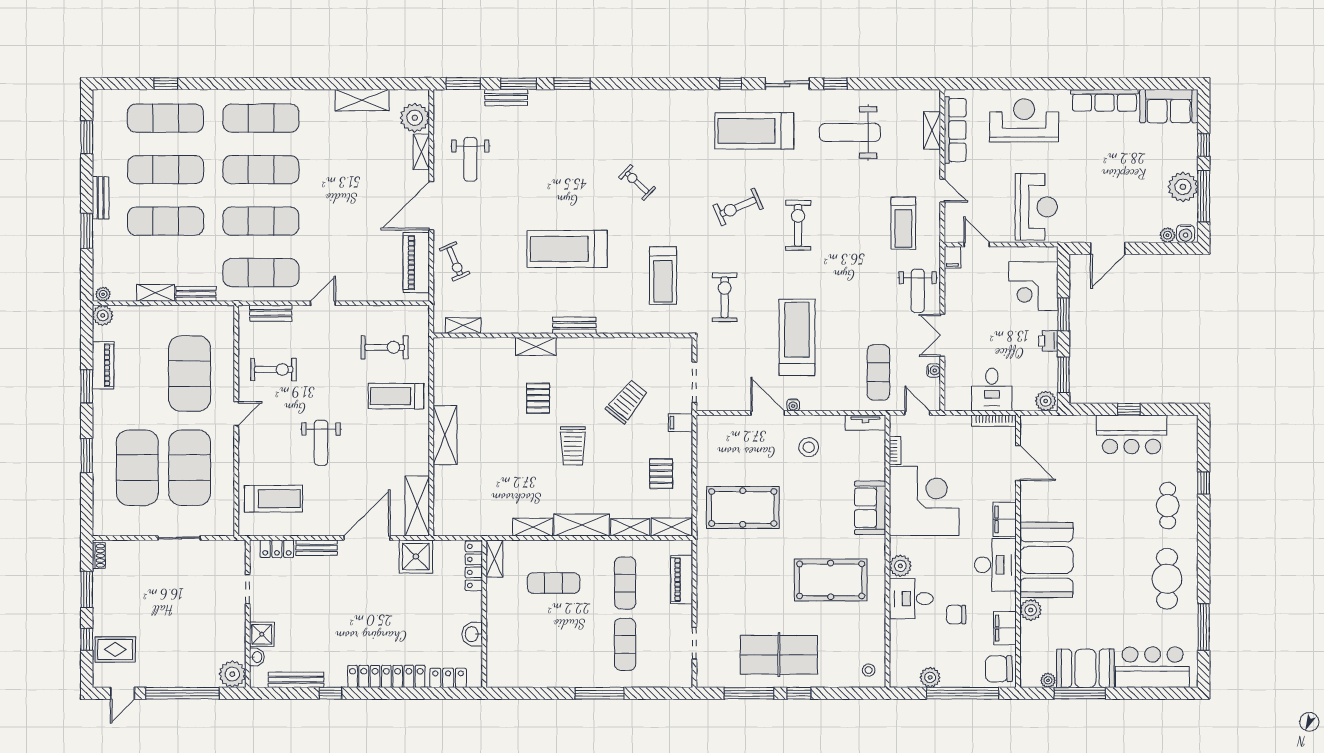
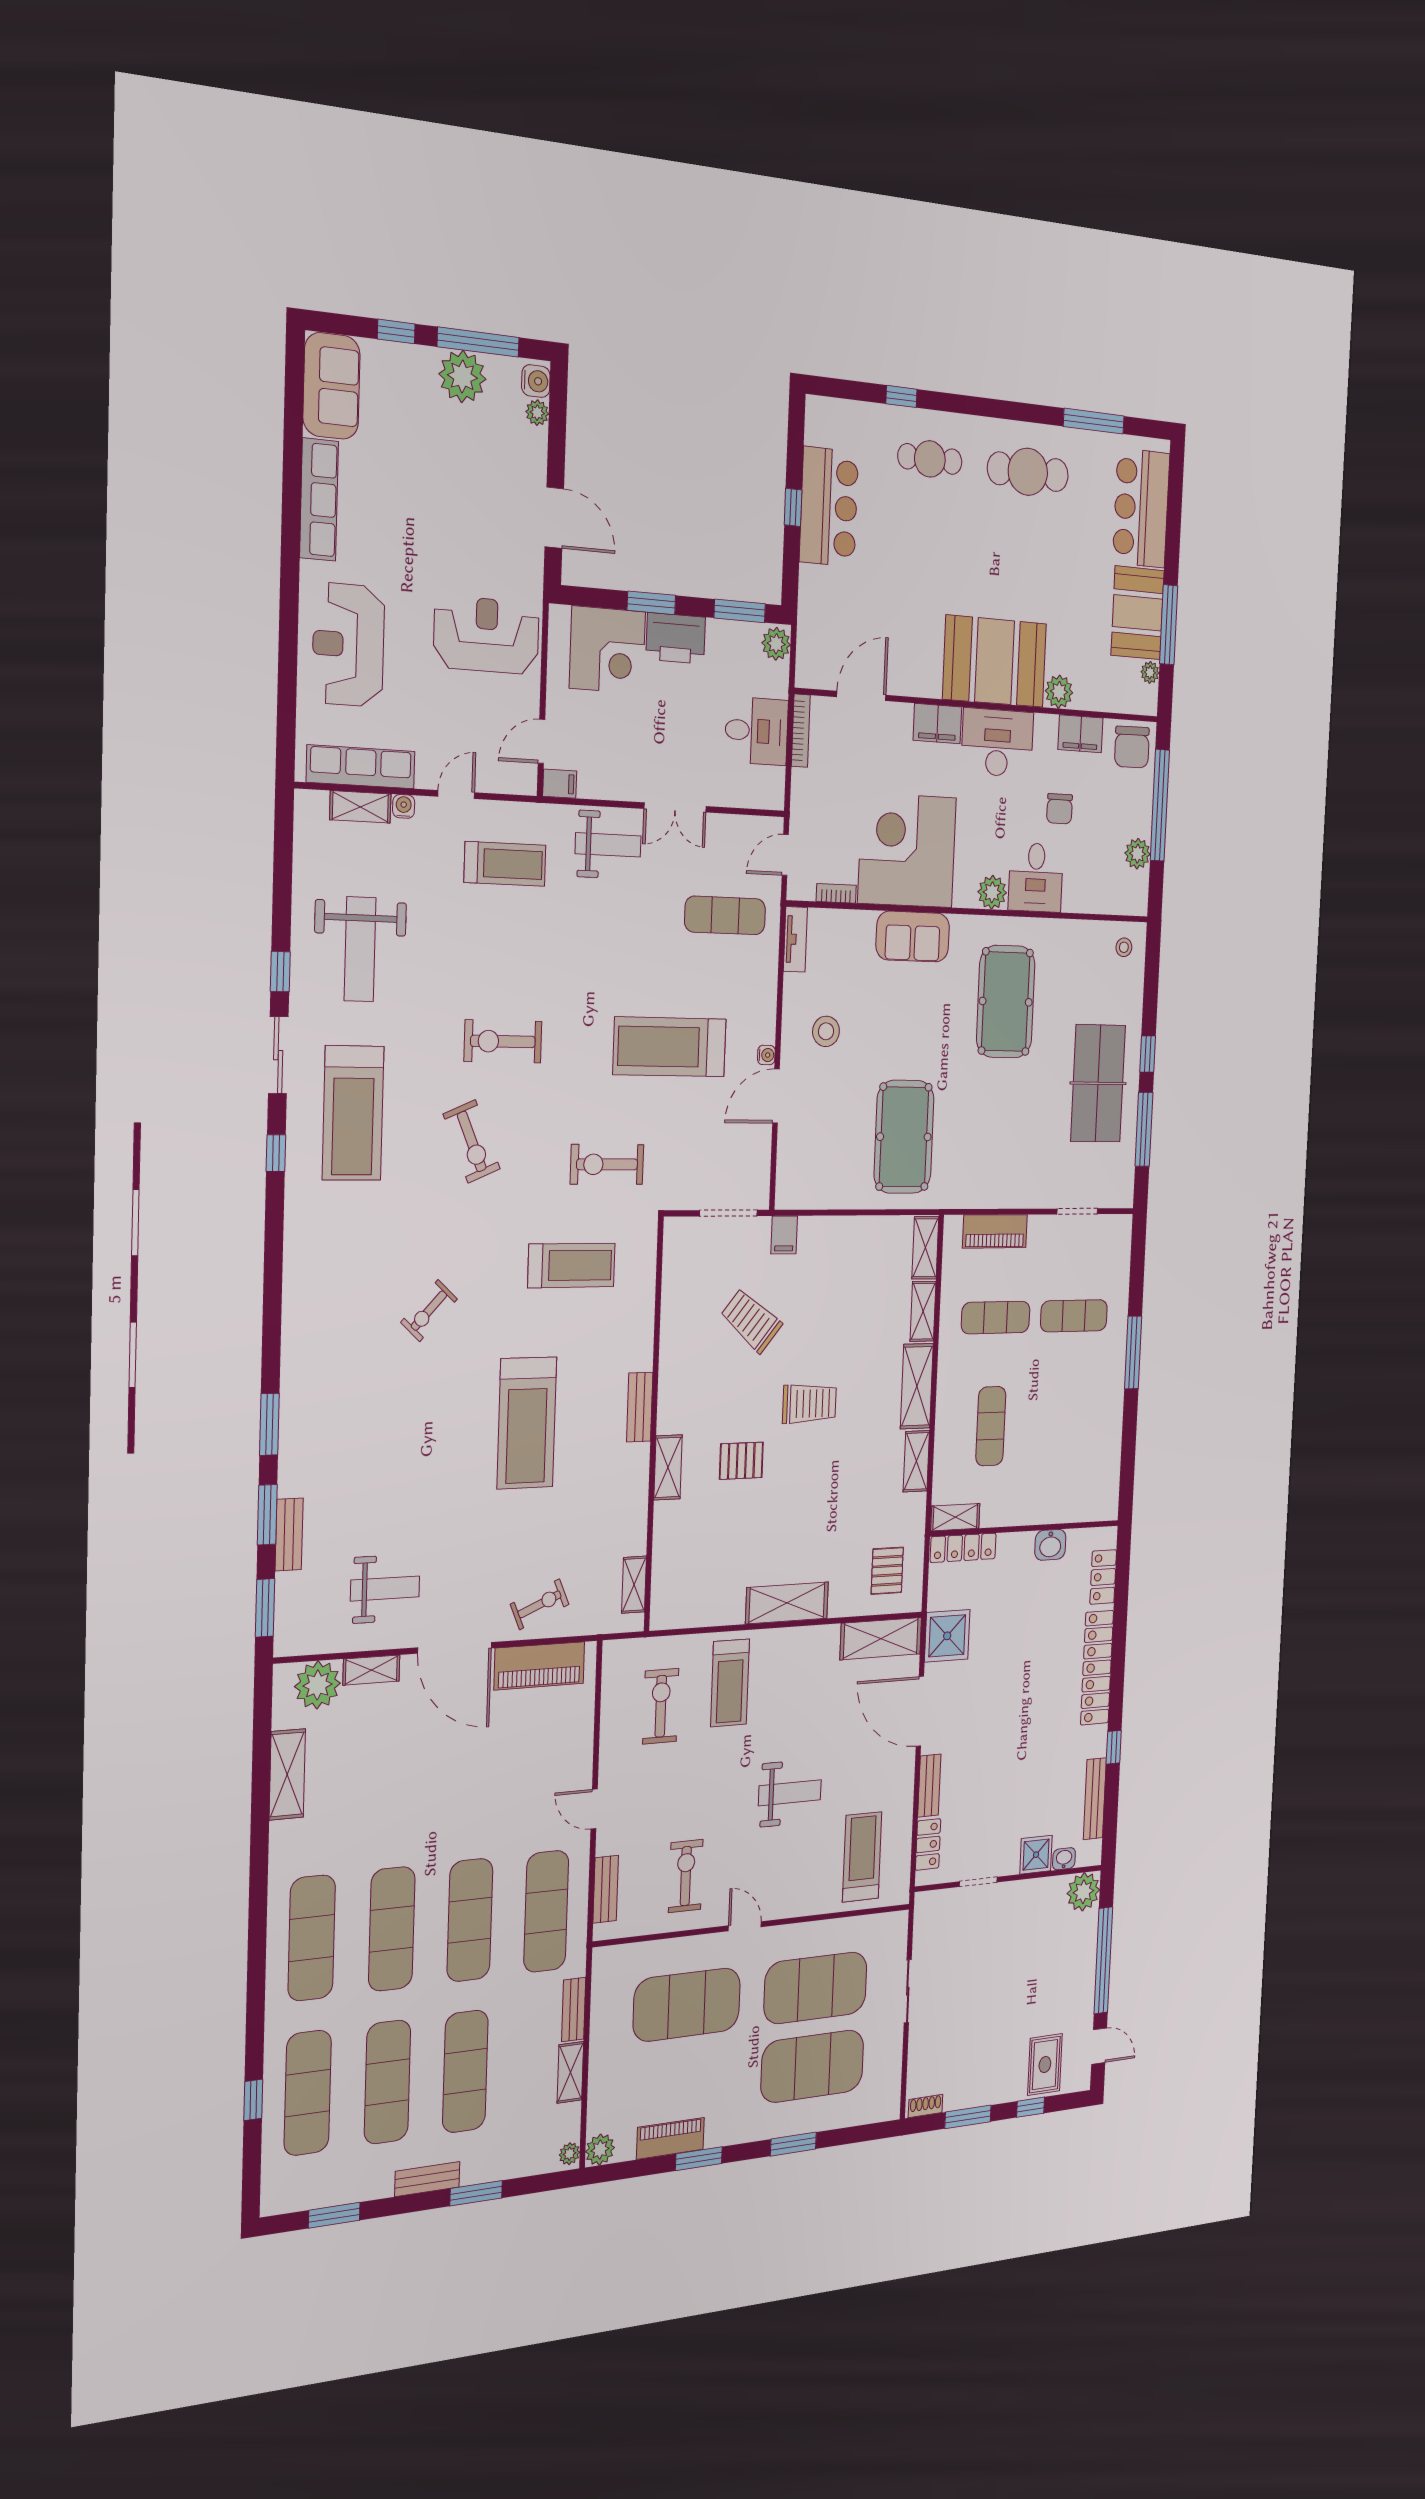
printer: (1048, 341) -> (676, 638), width x1.87, depth x1.48
water cooler: (934, 370) -> (404, 806), moved
pallet: (661, 474) -> (887, 1571), moved, turned 90

